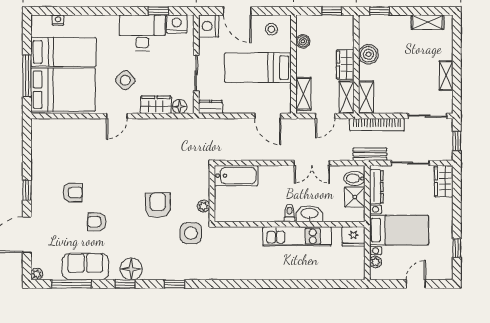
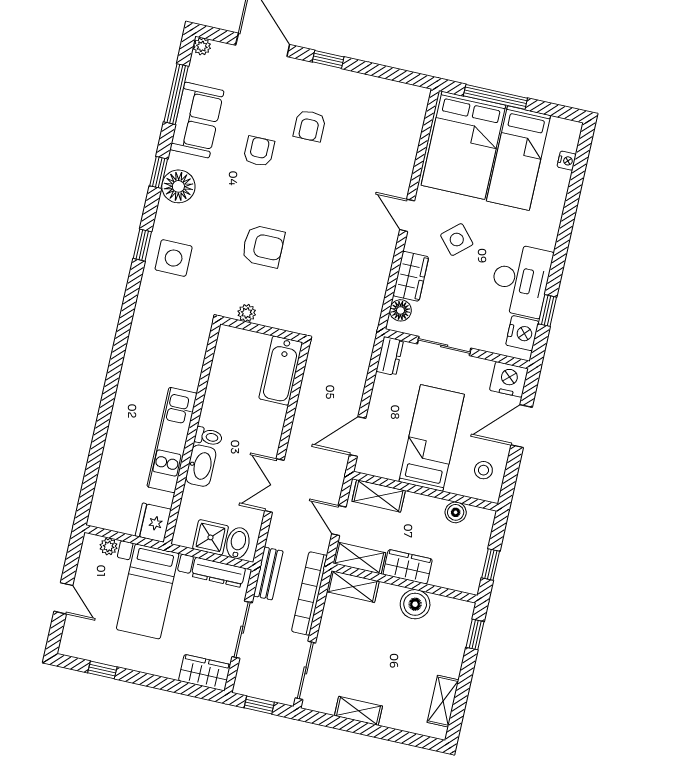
side table: (191, 233) -> (174, 258), moved

